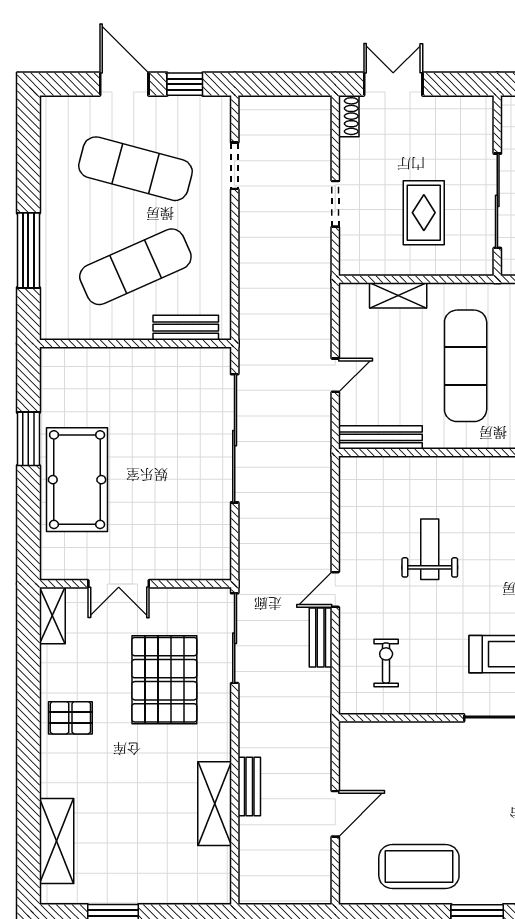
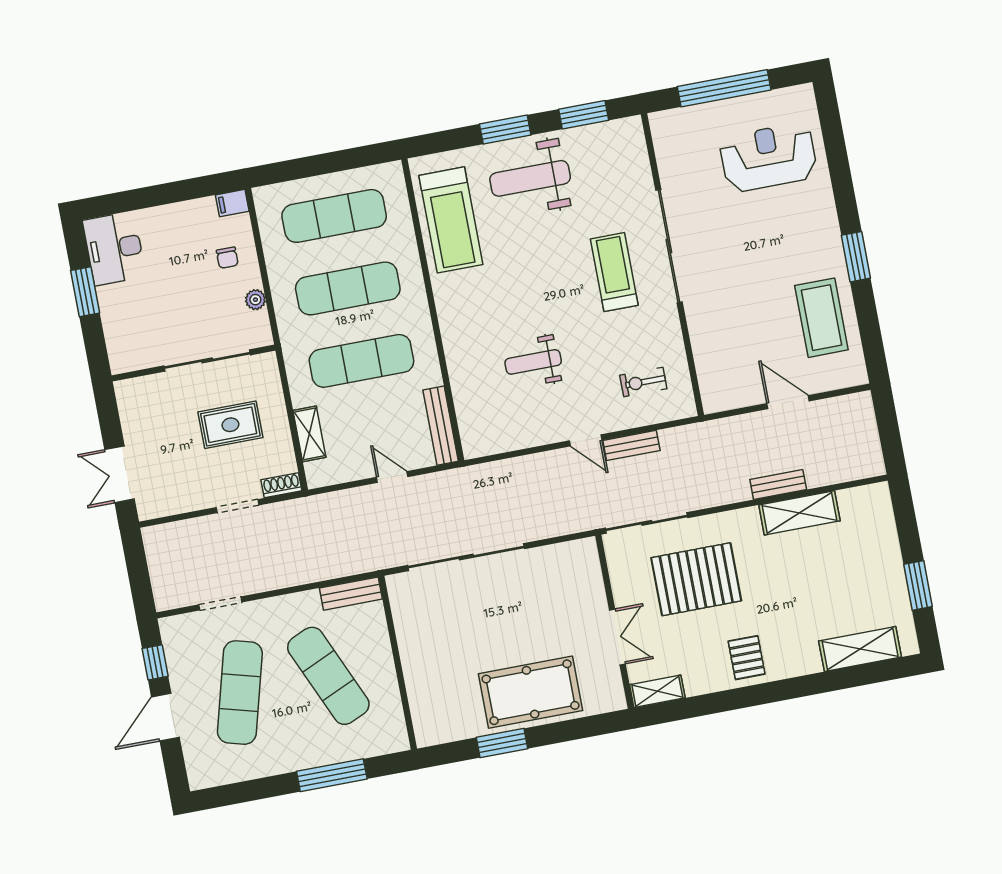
shoe rack: (349, 116) -> (281, 485), moved
bench: (186, 328) -> (351, 594), moved, turned 90

